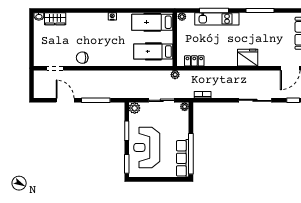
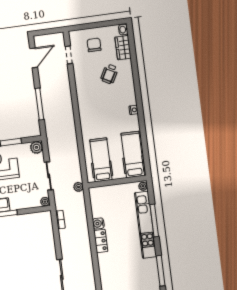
kitchen unit: (217, 19) -> (145, 225), width x1.36
wheelchair: (77, 34) -> (109, 74), added
chair: (82, 58) -> (94, 45), moved
fridge: (248, 58) -> (107, 264), removed
locker: (194, 61) -> (101, 241), moved
water cooler: (210, 61) -> (98, 223), added
door: (65, 100) -> (34, 58), moved

